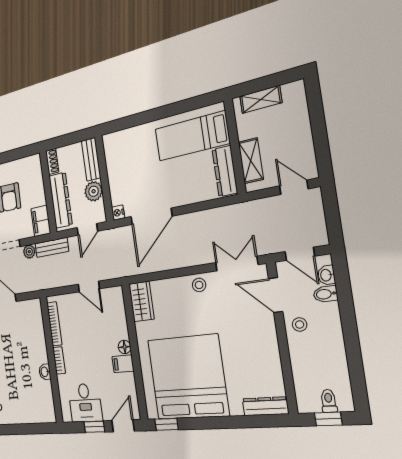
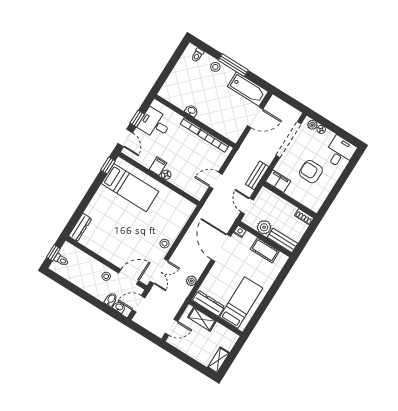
shelving: (261, 99) -> (218, 360), moved
cot: (115, 167) -> (265, 250), added
dresser: (61, 200) -> (278, 203), removed
plant: (29, 252) -> (191, 281), moved
wardrobe: (141, 301) -> (182, 205), removed
bed: (188, 377) -> (130, 188), width x0.49

